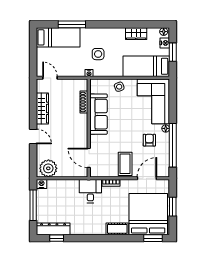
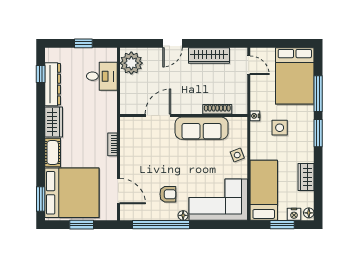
window: (102, 24) -> (318, 133), added
bed: (58, 37) -> (295, 76), width x1.50
door: (50, 78) -> (249, 65), hinge flipped
door: (89, 158) -> (158, 116), moved
coffee table: (125, 164) -> (137, 163), removed
nightstand: (42, 184) -> (111, 54), removed
desk: (90, 191) -> (102, 76), moved
window: (33, 205) -> (83, 43), width x0.46
wardrobe: (94, 228) -> (54, 122), added
dresser: (53, 229) -> (53, 84), moved

